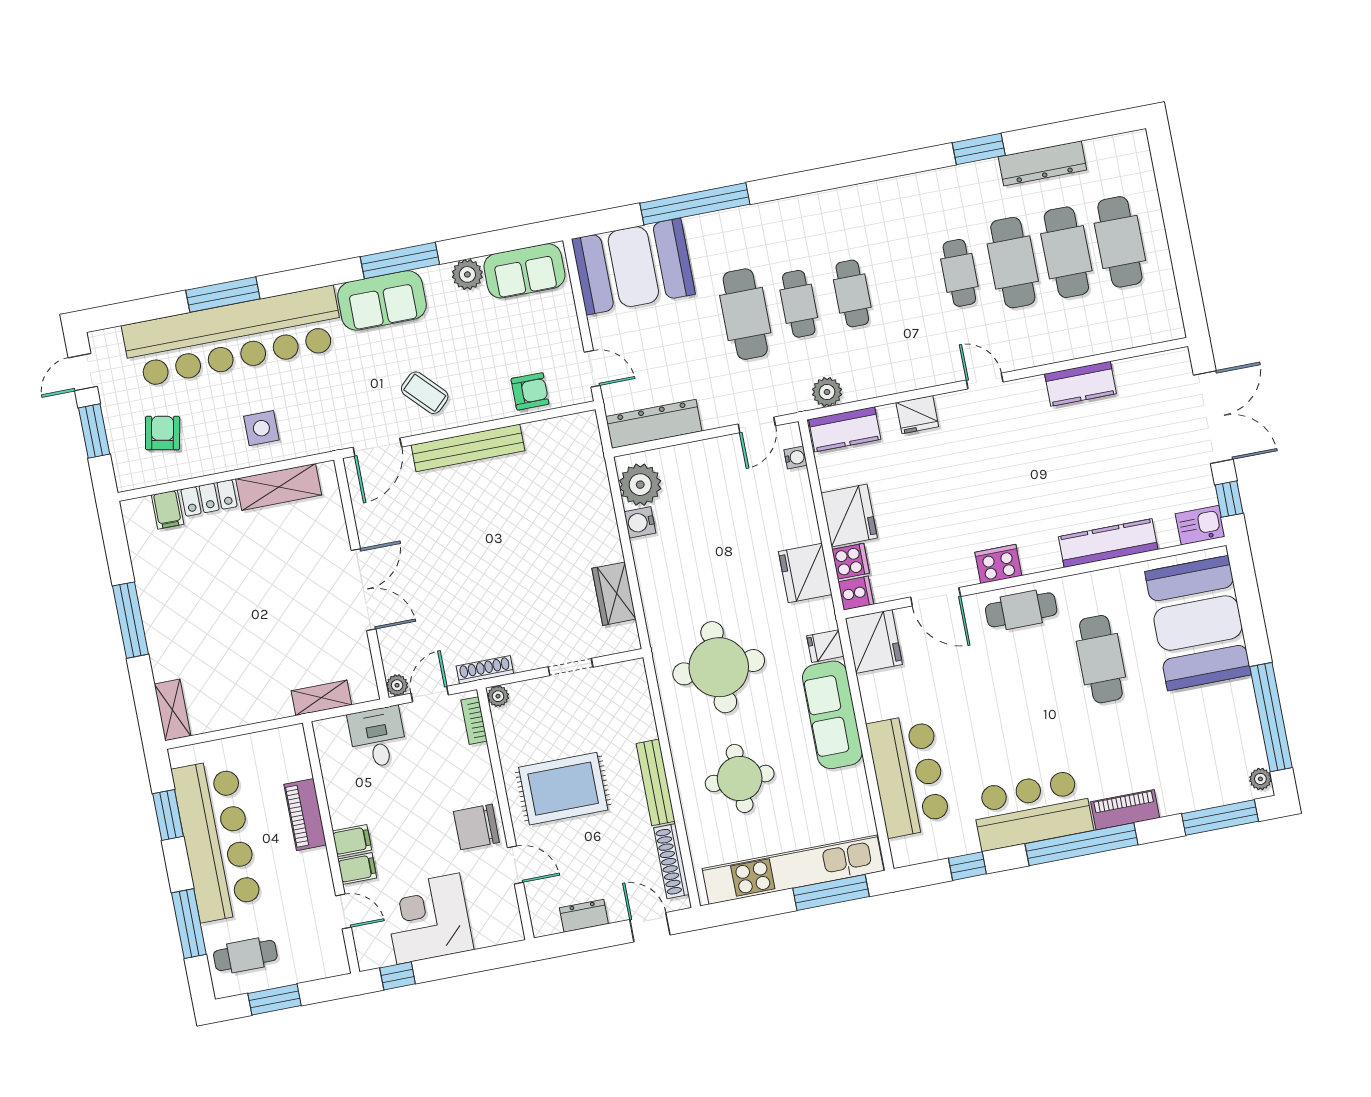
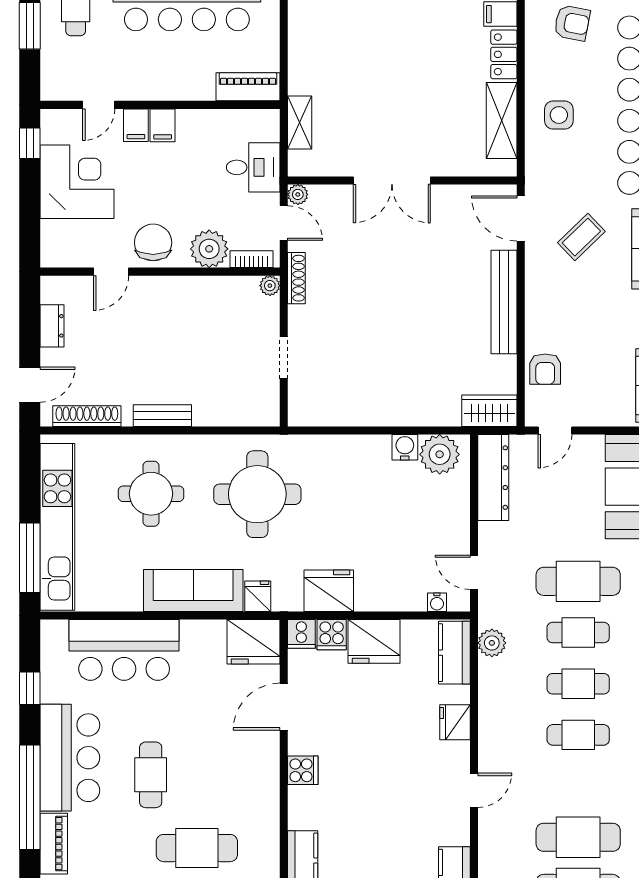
cafe table: (959, 273) -> (578, 735), moved
coffee table: (425, 393) -> (581, 237), moved
cooker: (998, 564) -> (303, 770), width x0.73
wardrobe: (614, 594) -> (489, 411), moved
cafe table: (1021, 610) -> (151, 775), moved
plant: (472, 767) -> (209, 249), added
bench: (656, 782) -> (162, 416), width x0.73
rug: (563, 789) -> (173, 329), removed
piano: (305, 815) -> (248, 87), moved

